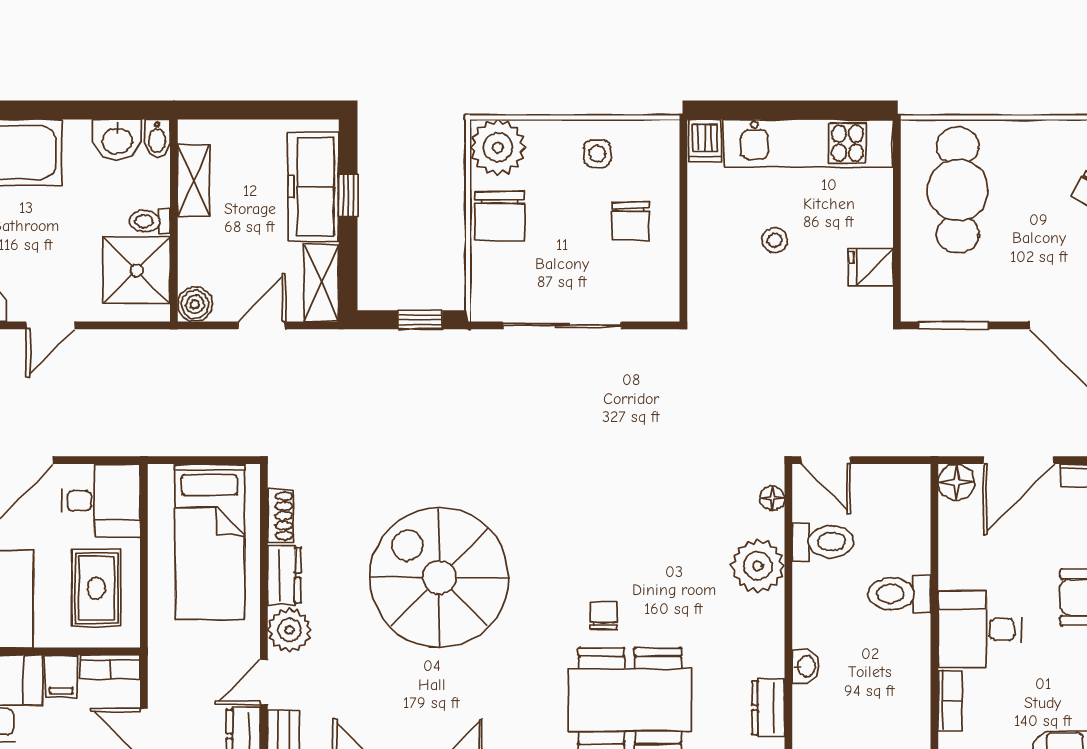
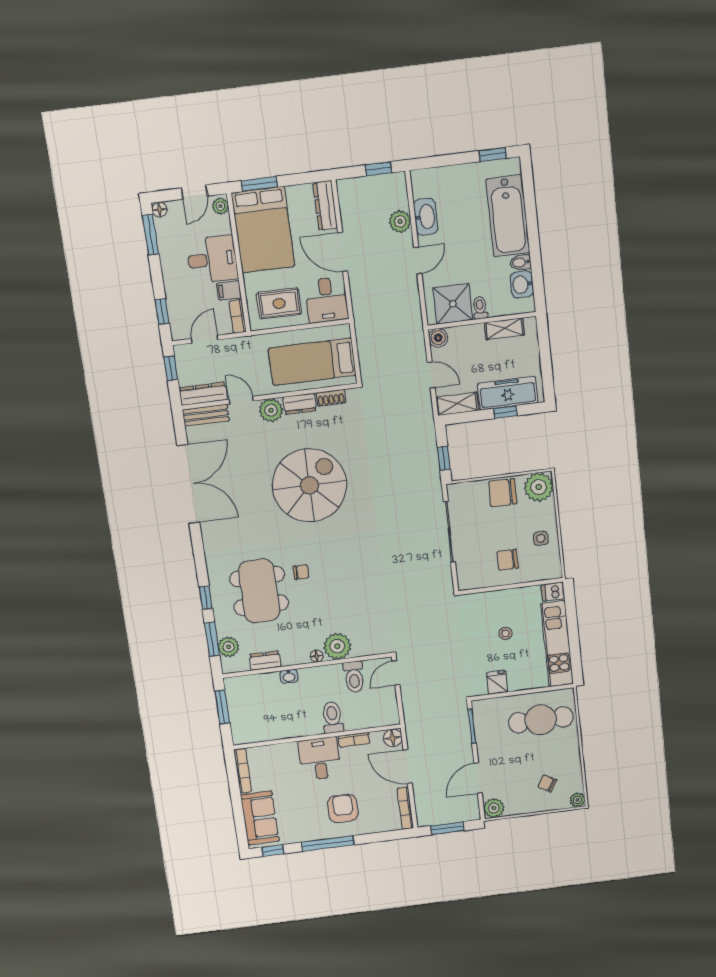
bidet: (157, 138) -> (521, 263), moved
door: (50, 325) -> (418, 260), swing flipped
floor lamp: (772, 498) -> (317, 656), moved
bookcase: (950, 701) -> (354, 740), moved

